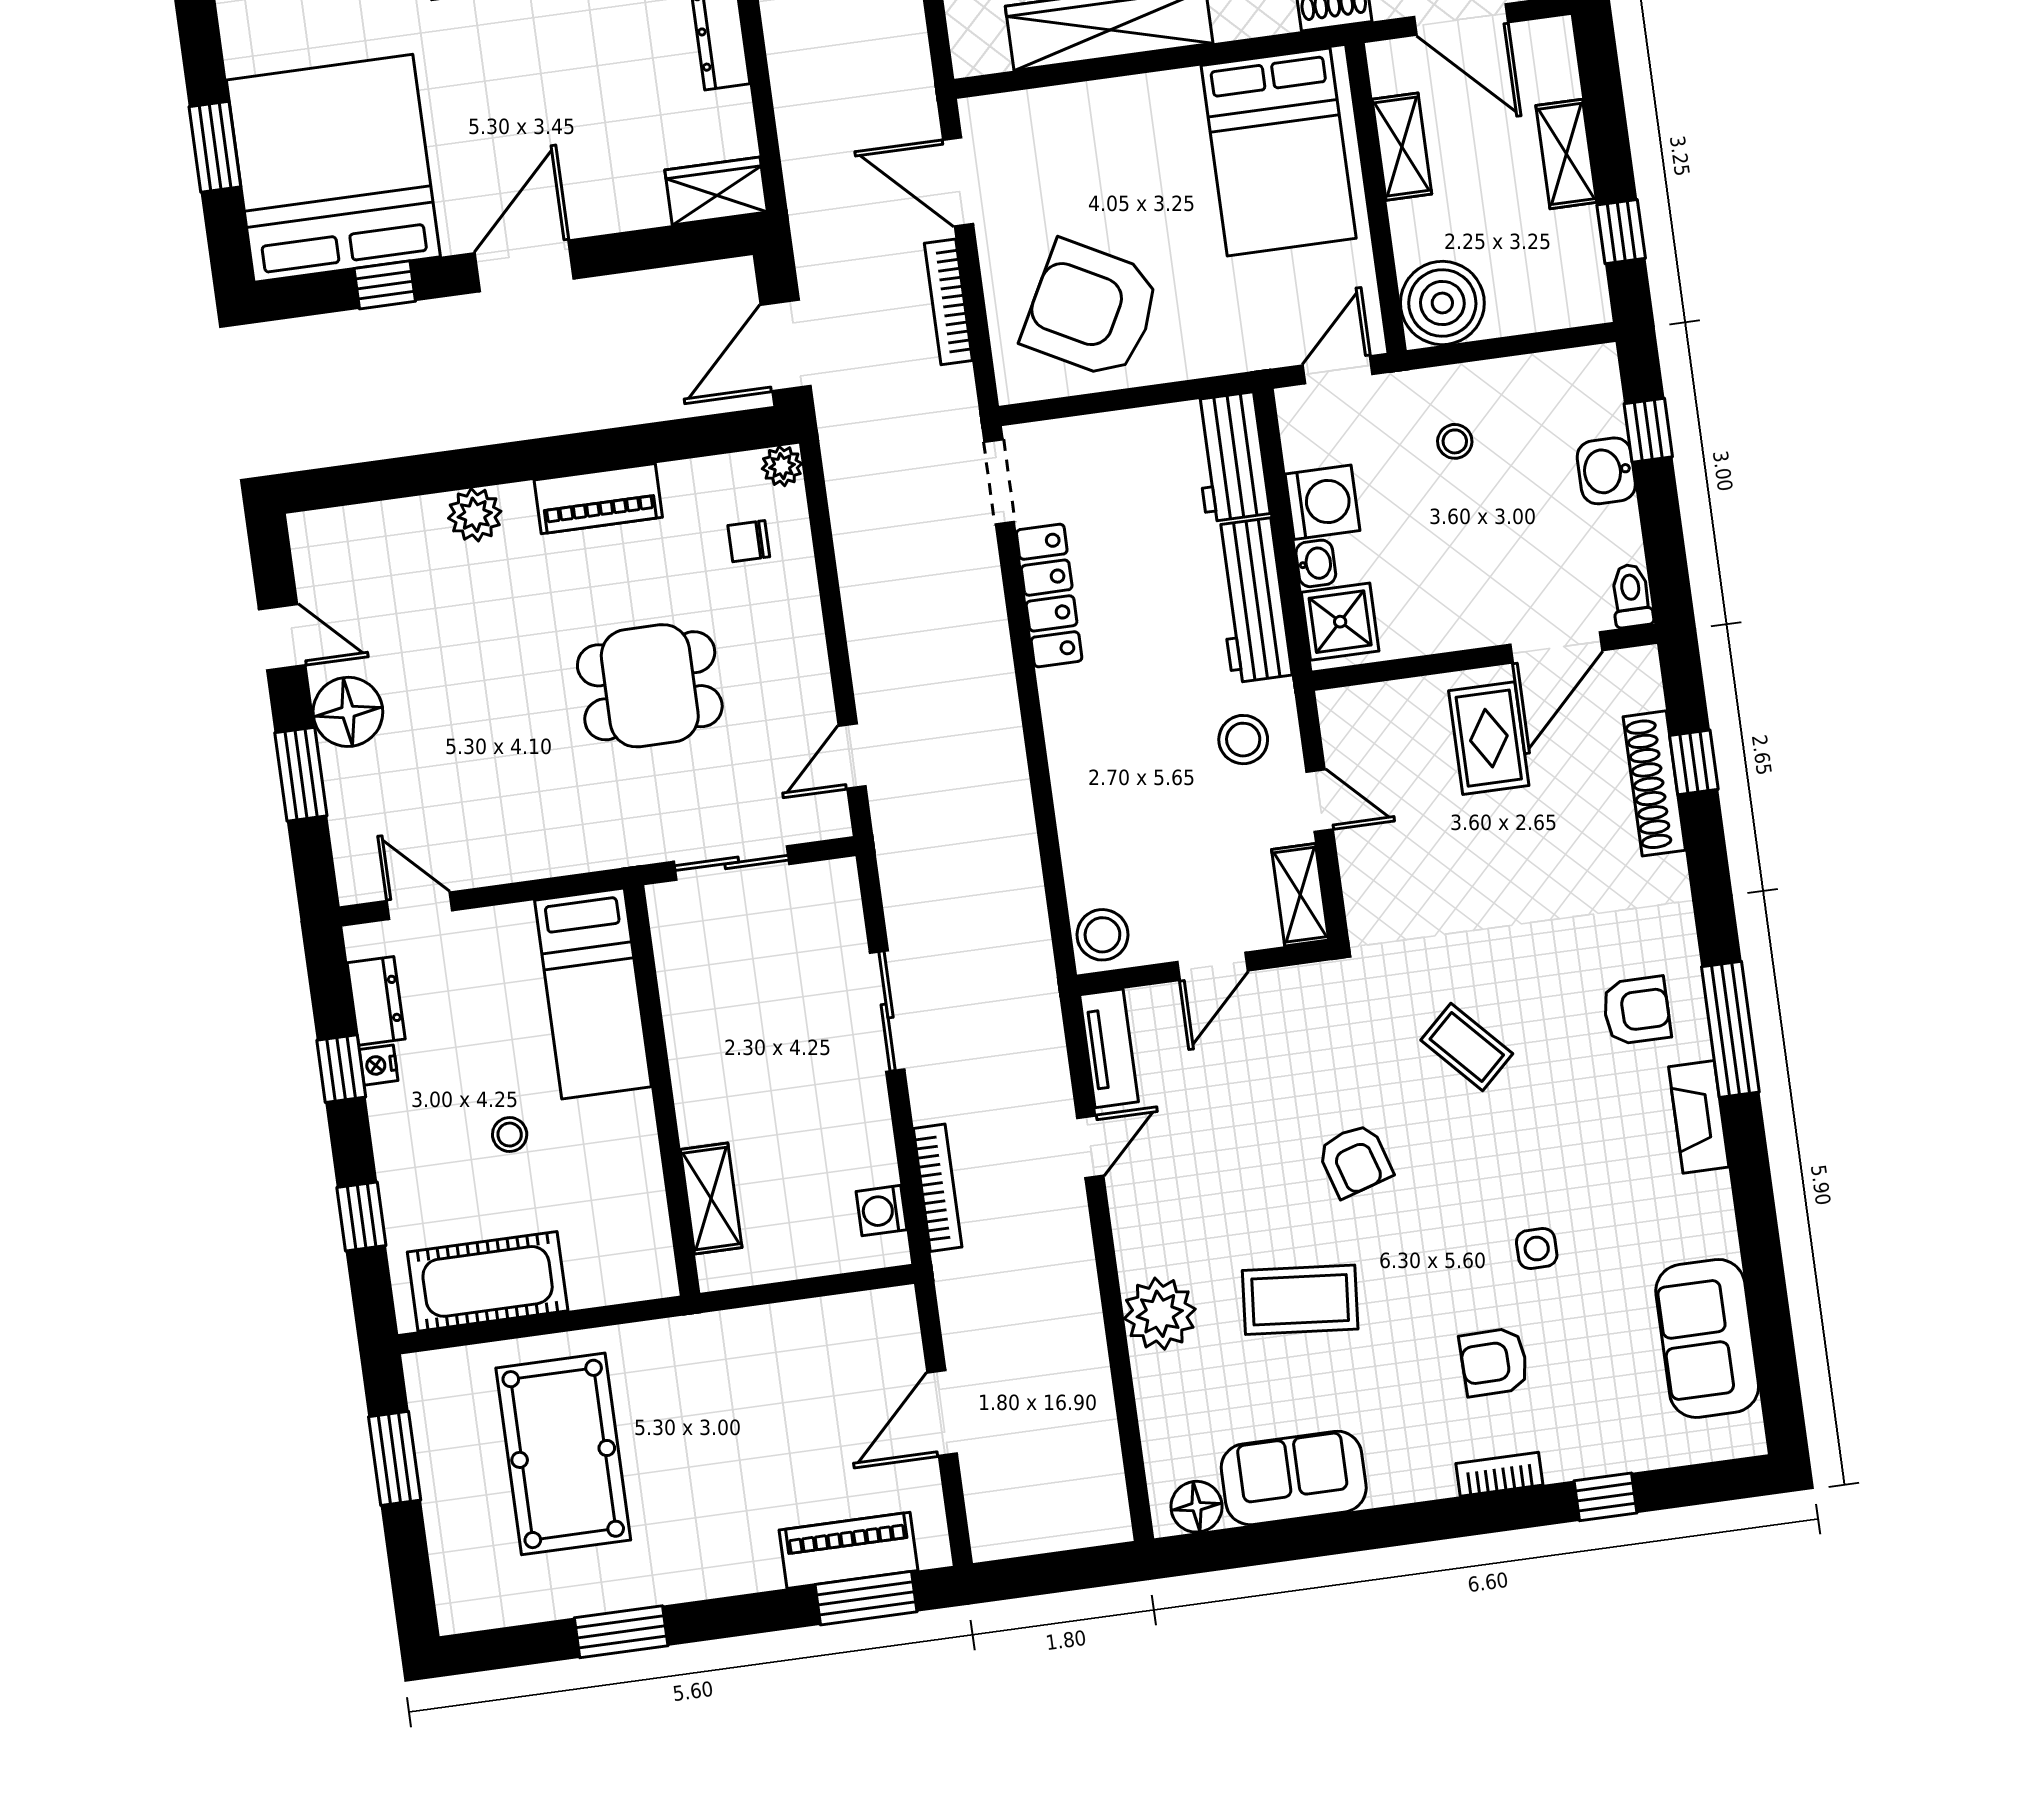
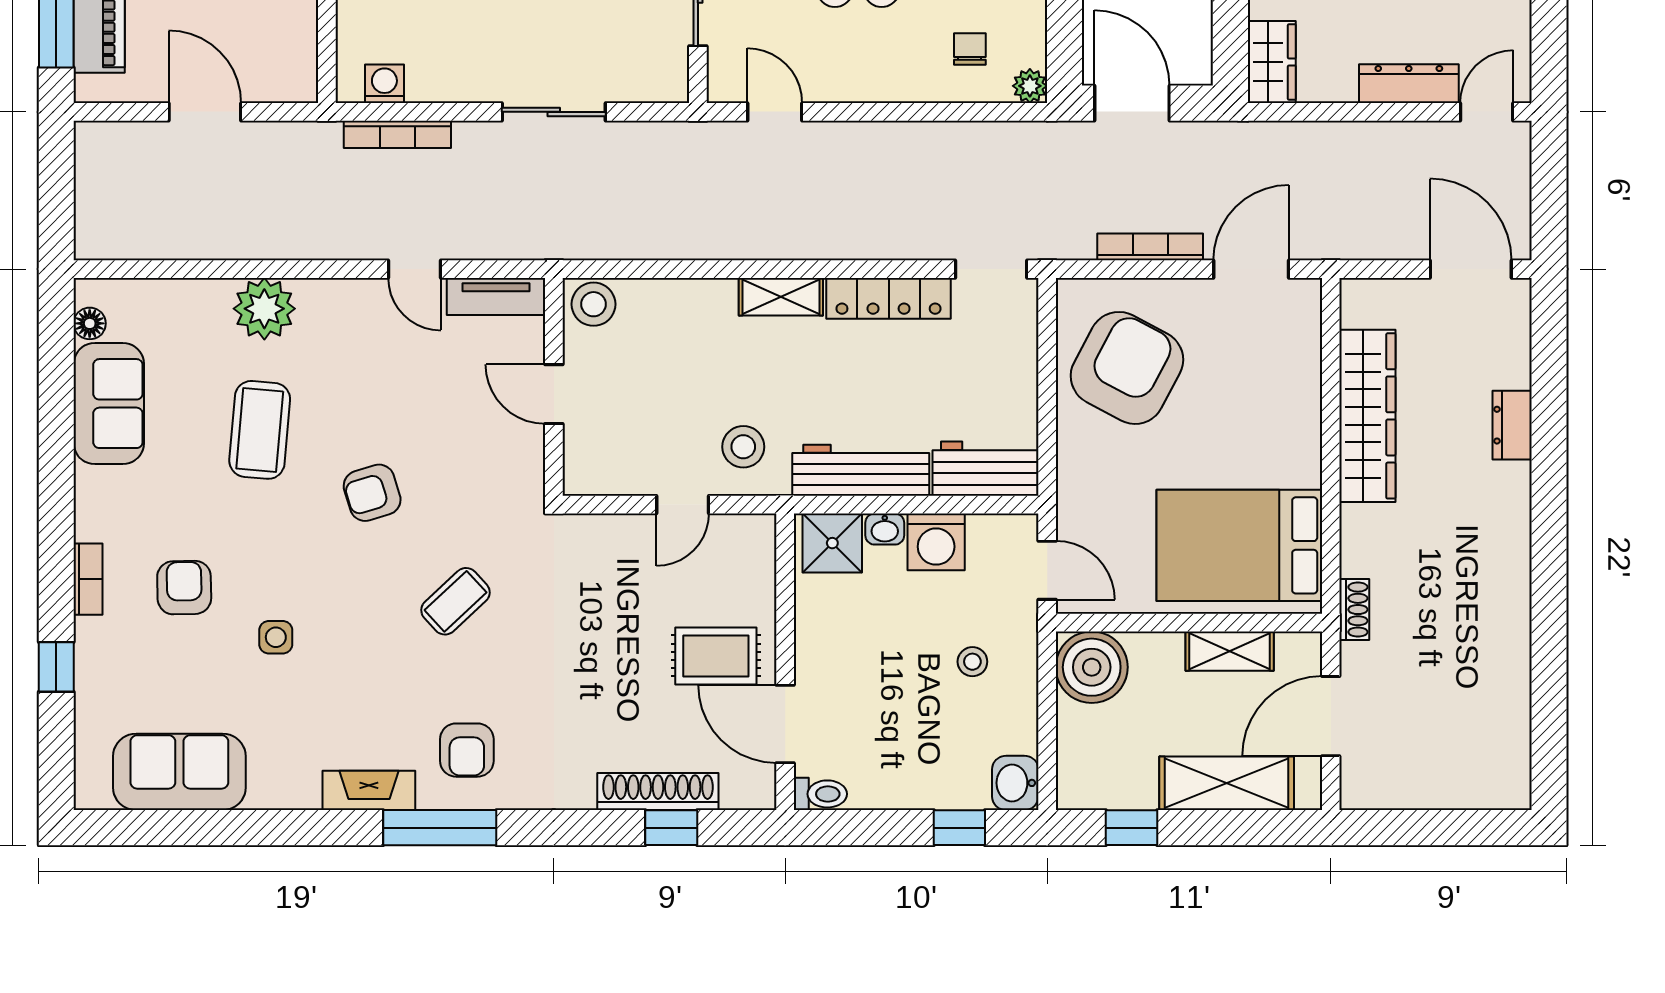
shelving: (1566, 154) -> (1227, 783), width x1.50, depth x1.33
washbasin: (1606, 471) -> (1015, 783), moved, turned -90
shelving: (1300, 895) -> (781, 297), moved
floor lamp: (1197, 1507) -> (90, 323), width x0.73, depth x0.73

